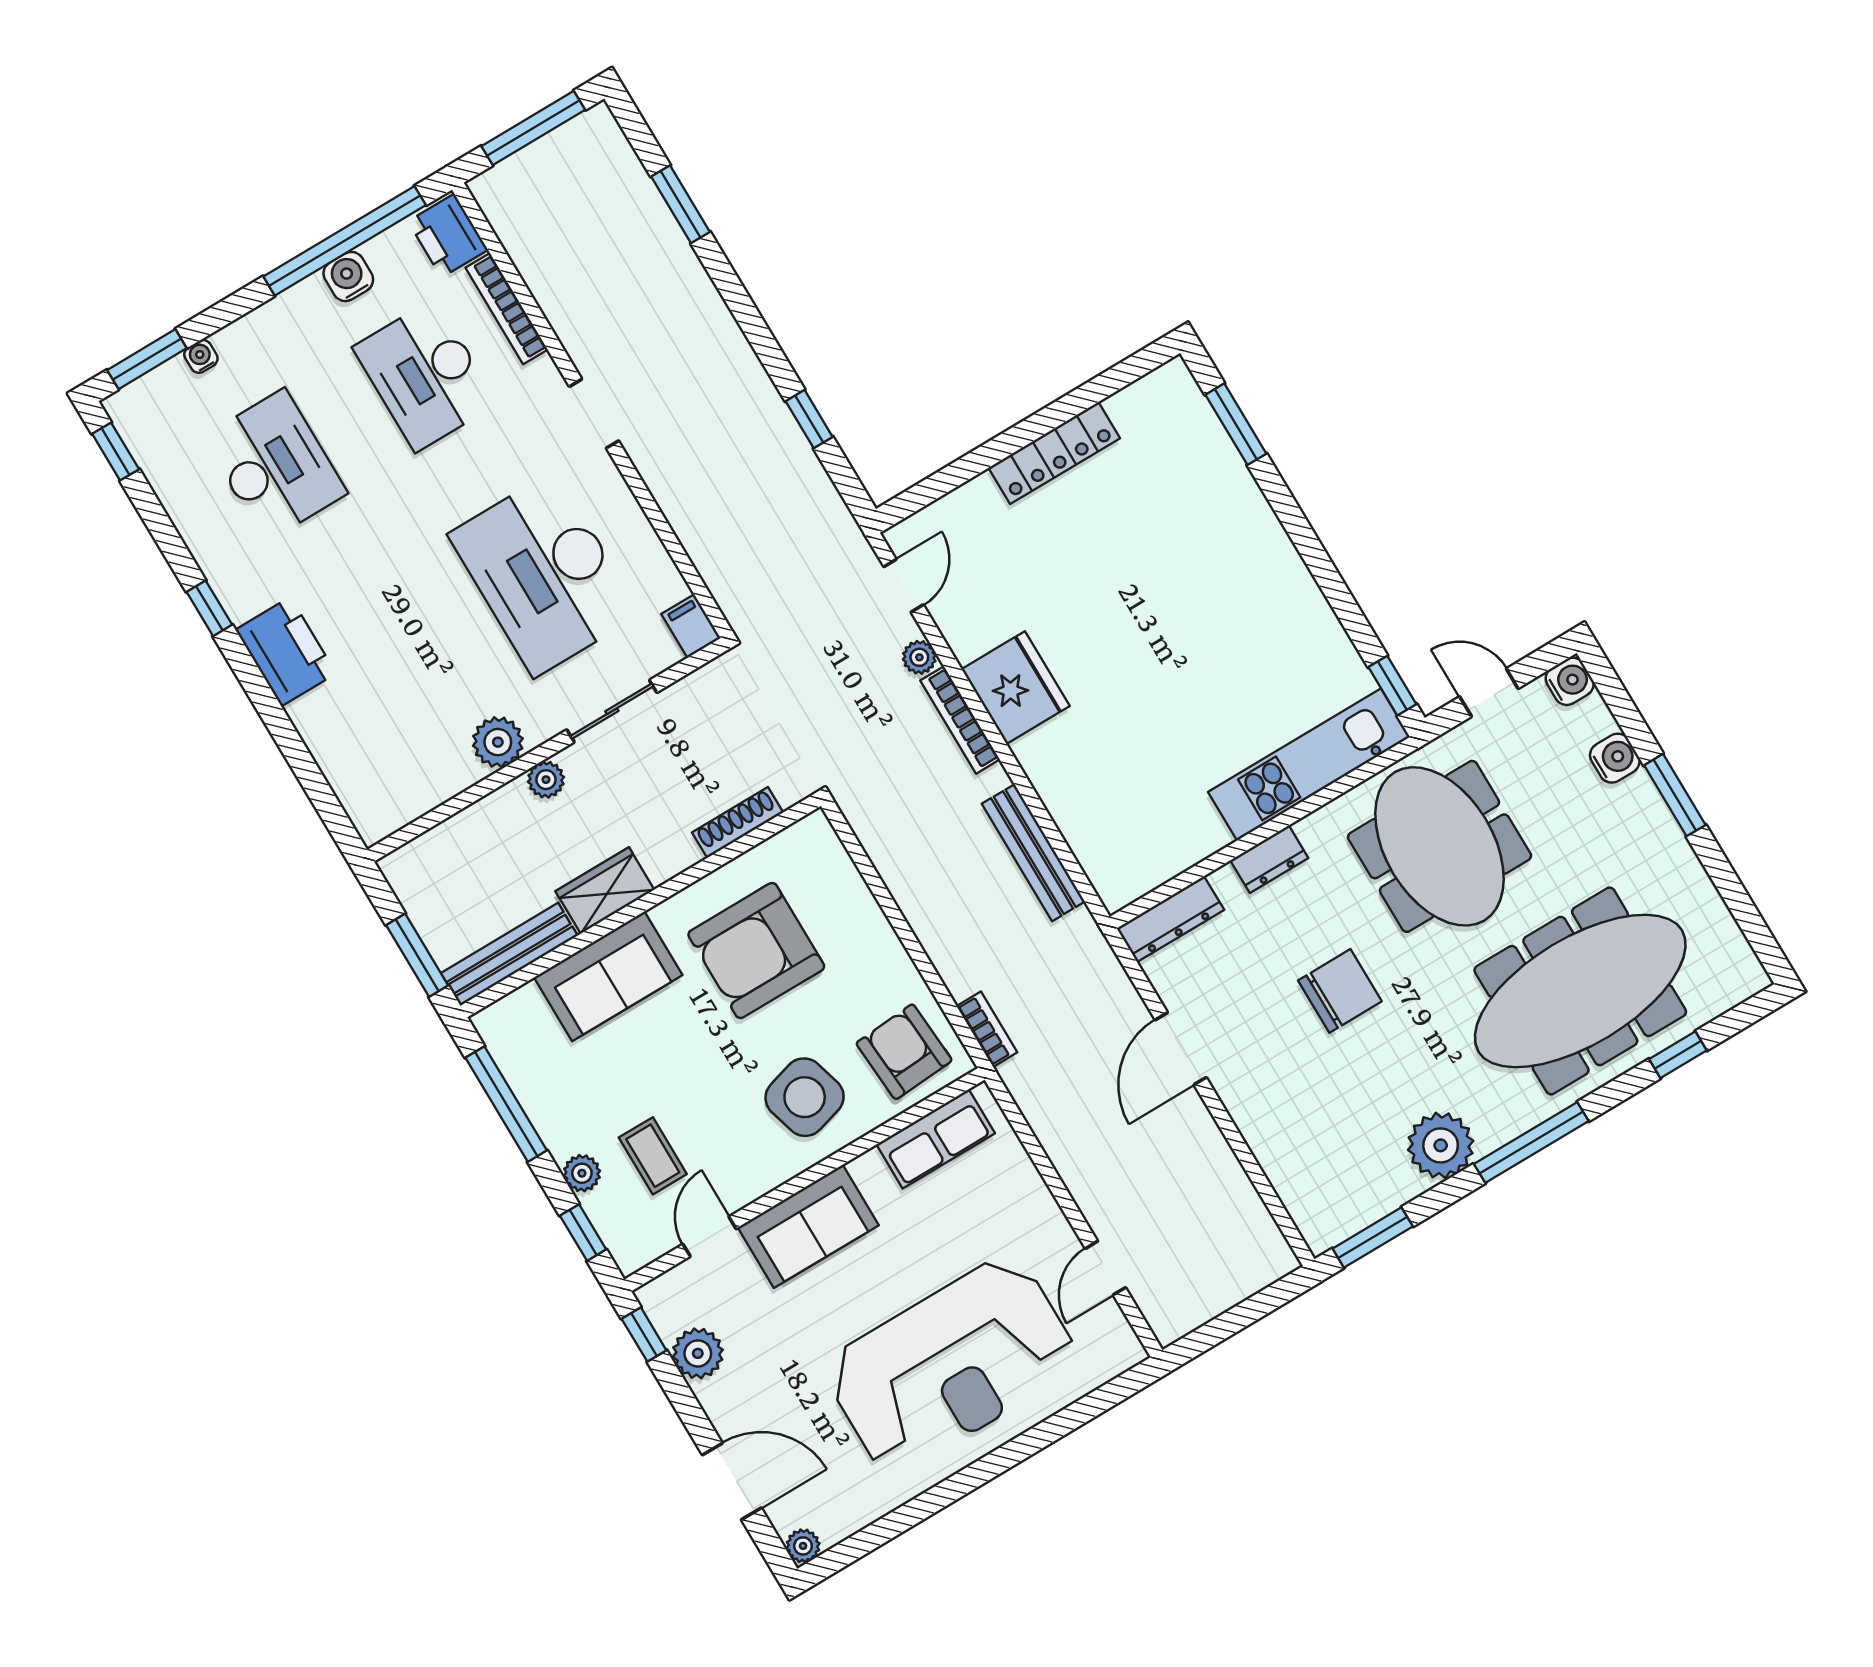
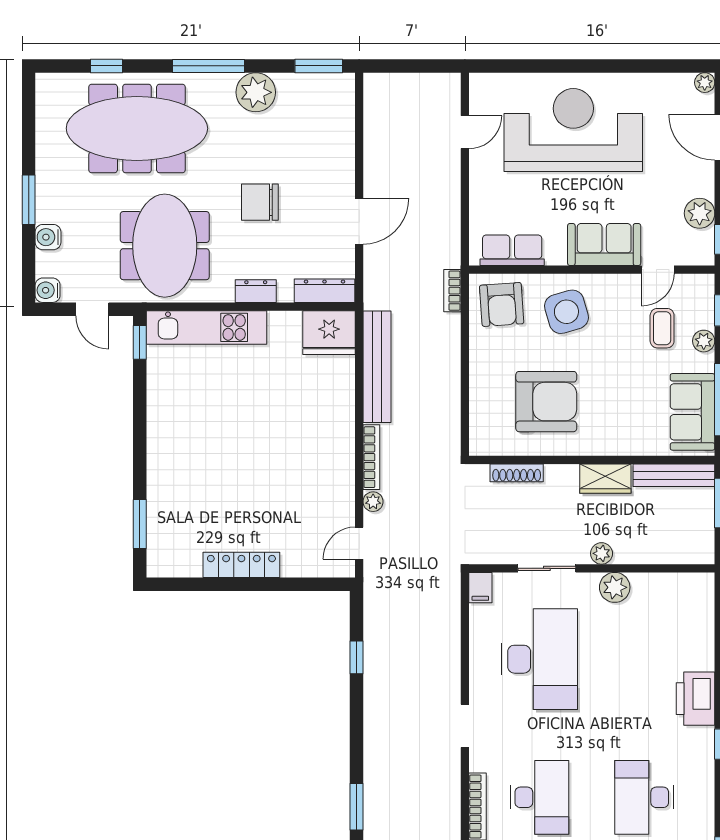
fridge: (1016, 688) -> (329, 333), moved, turned -90
bench: (1033, 853) -> (377, 367), width x1.37, depth x1.21
sofa: (608, 976) -> (692, 412), moved, turned -90

